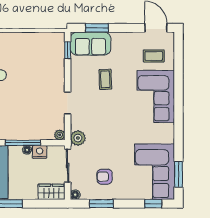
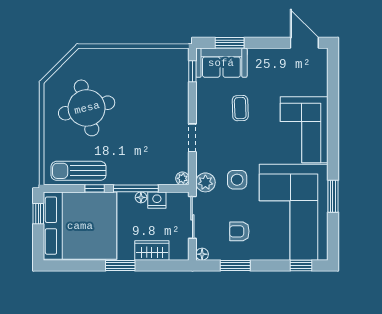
coffee table: (154, 56) -> (302, 78), removed
side table: (103, 136) -> (237, 180), added
corner sofa: (155, 172) -> (294, 212), width x1.36, depth x1.36
window: (178, 174) -> (333, 196), moved
wardrobe: (51, 192) -> (152, 251), moved

